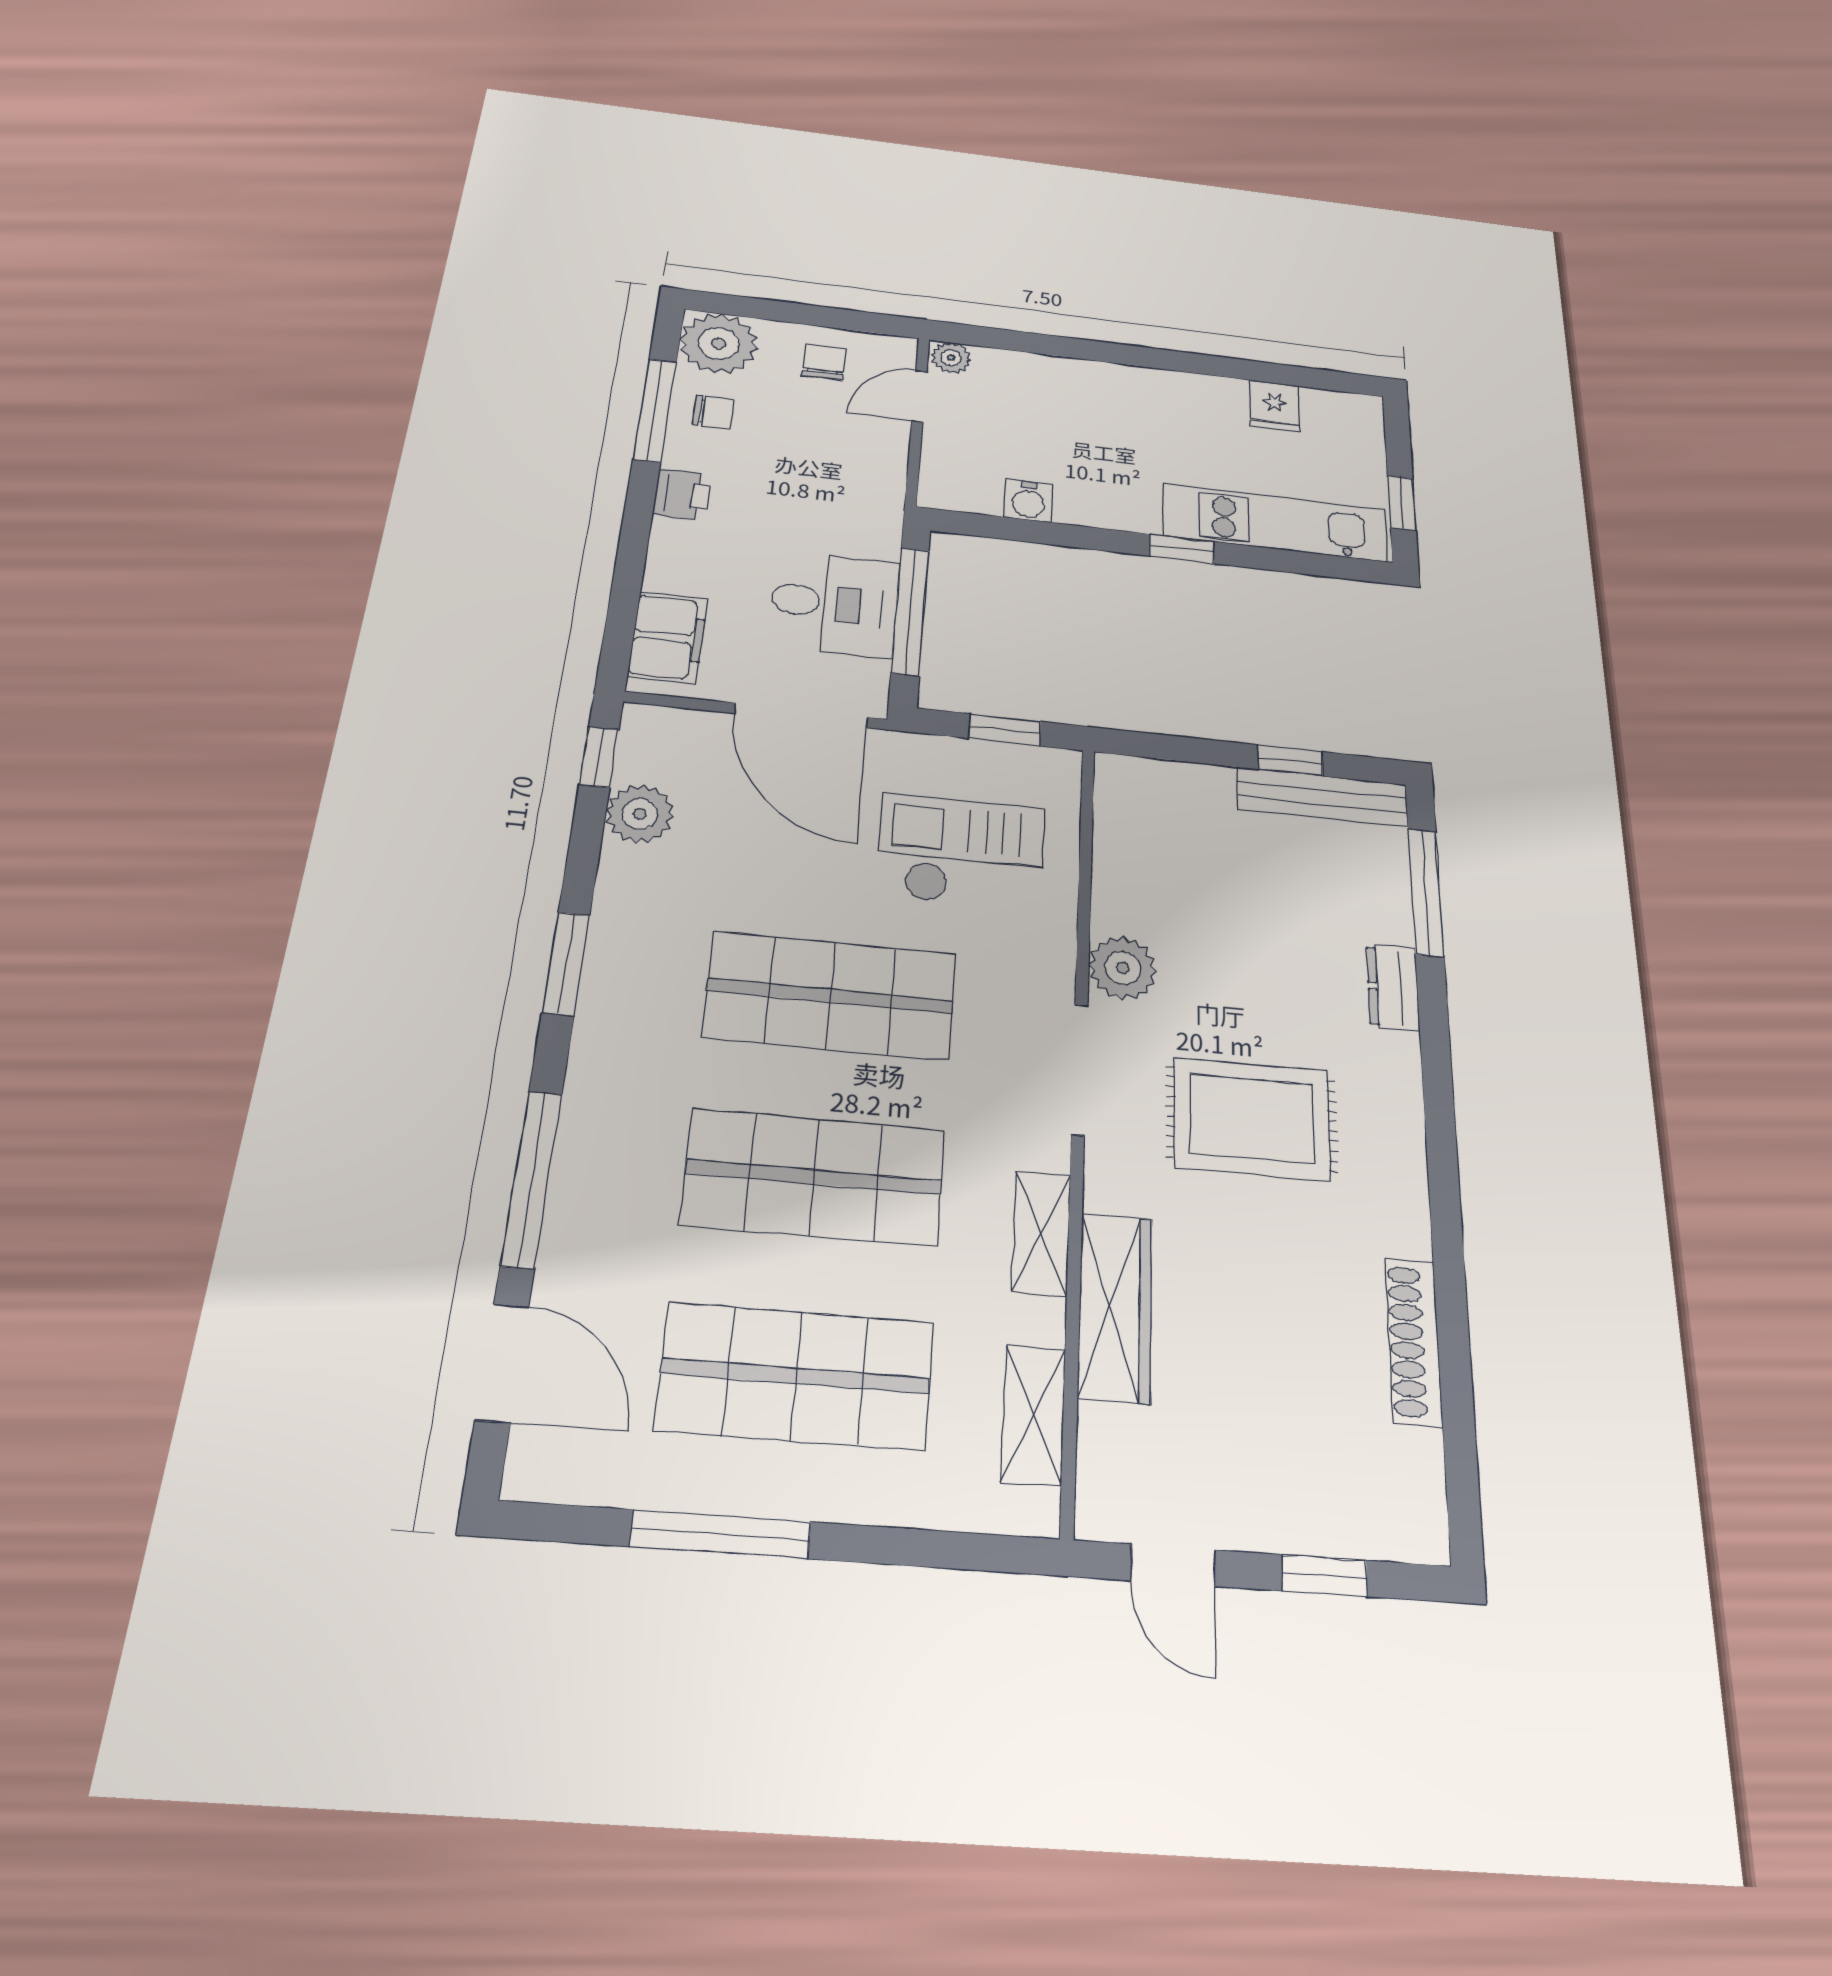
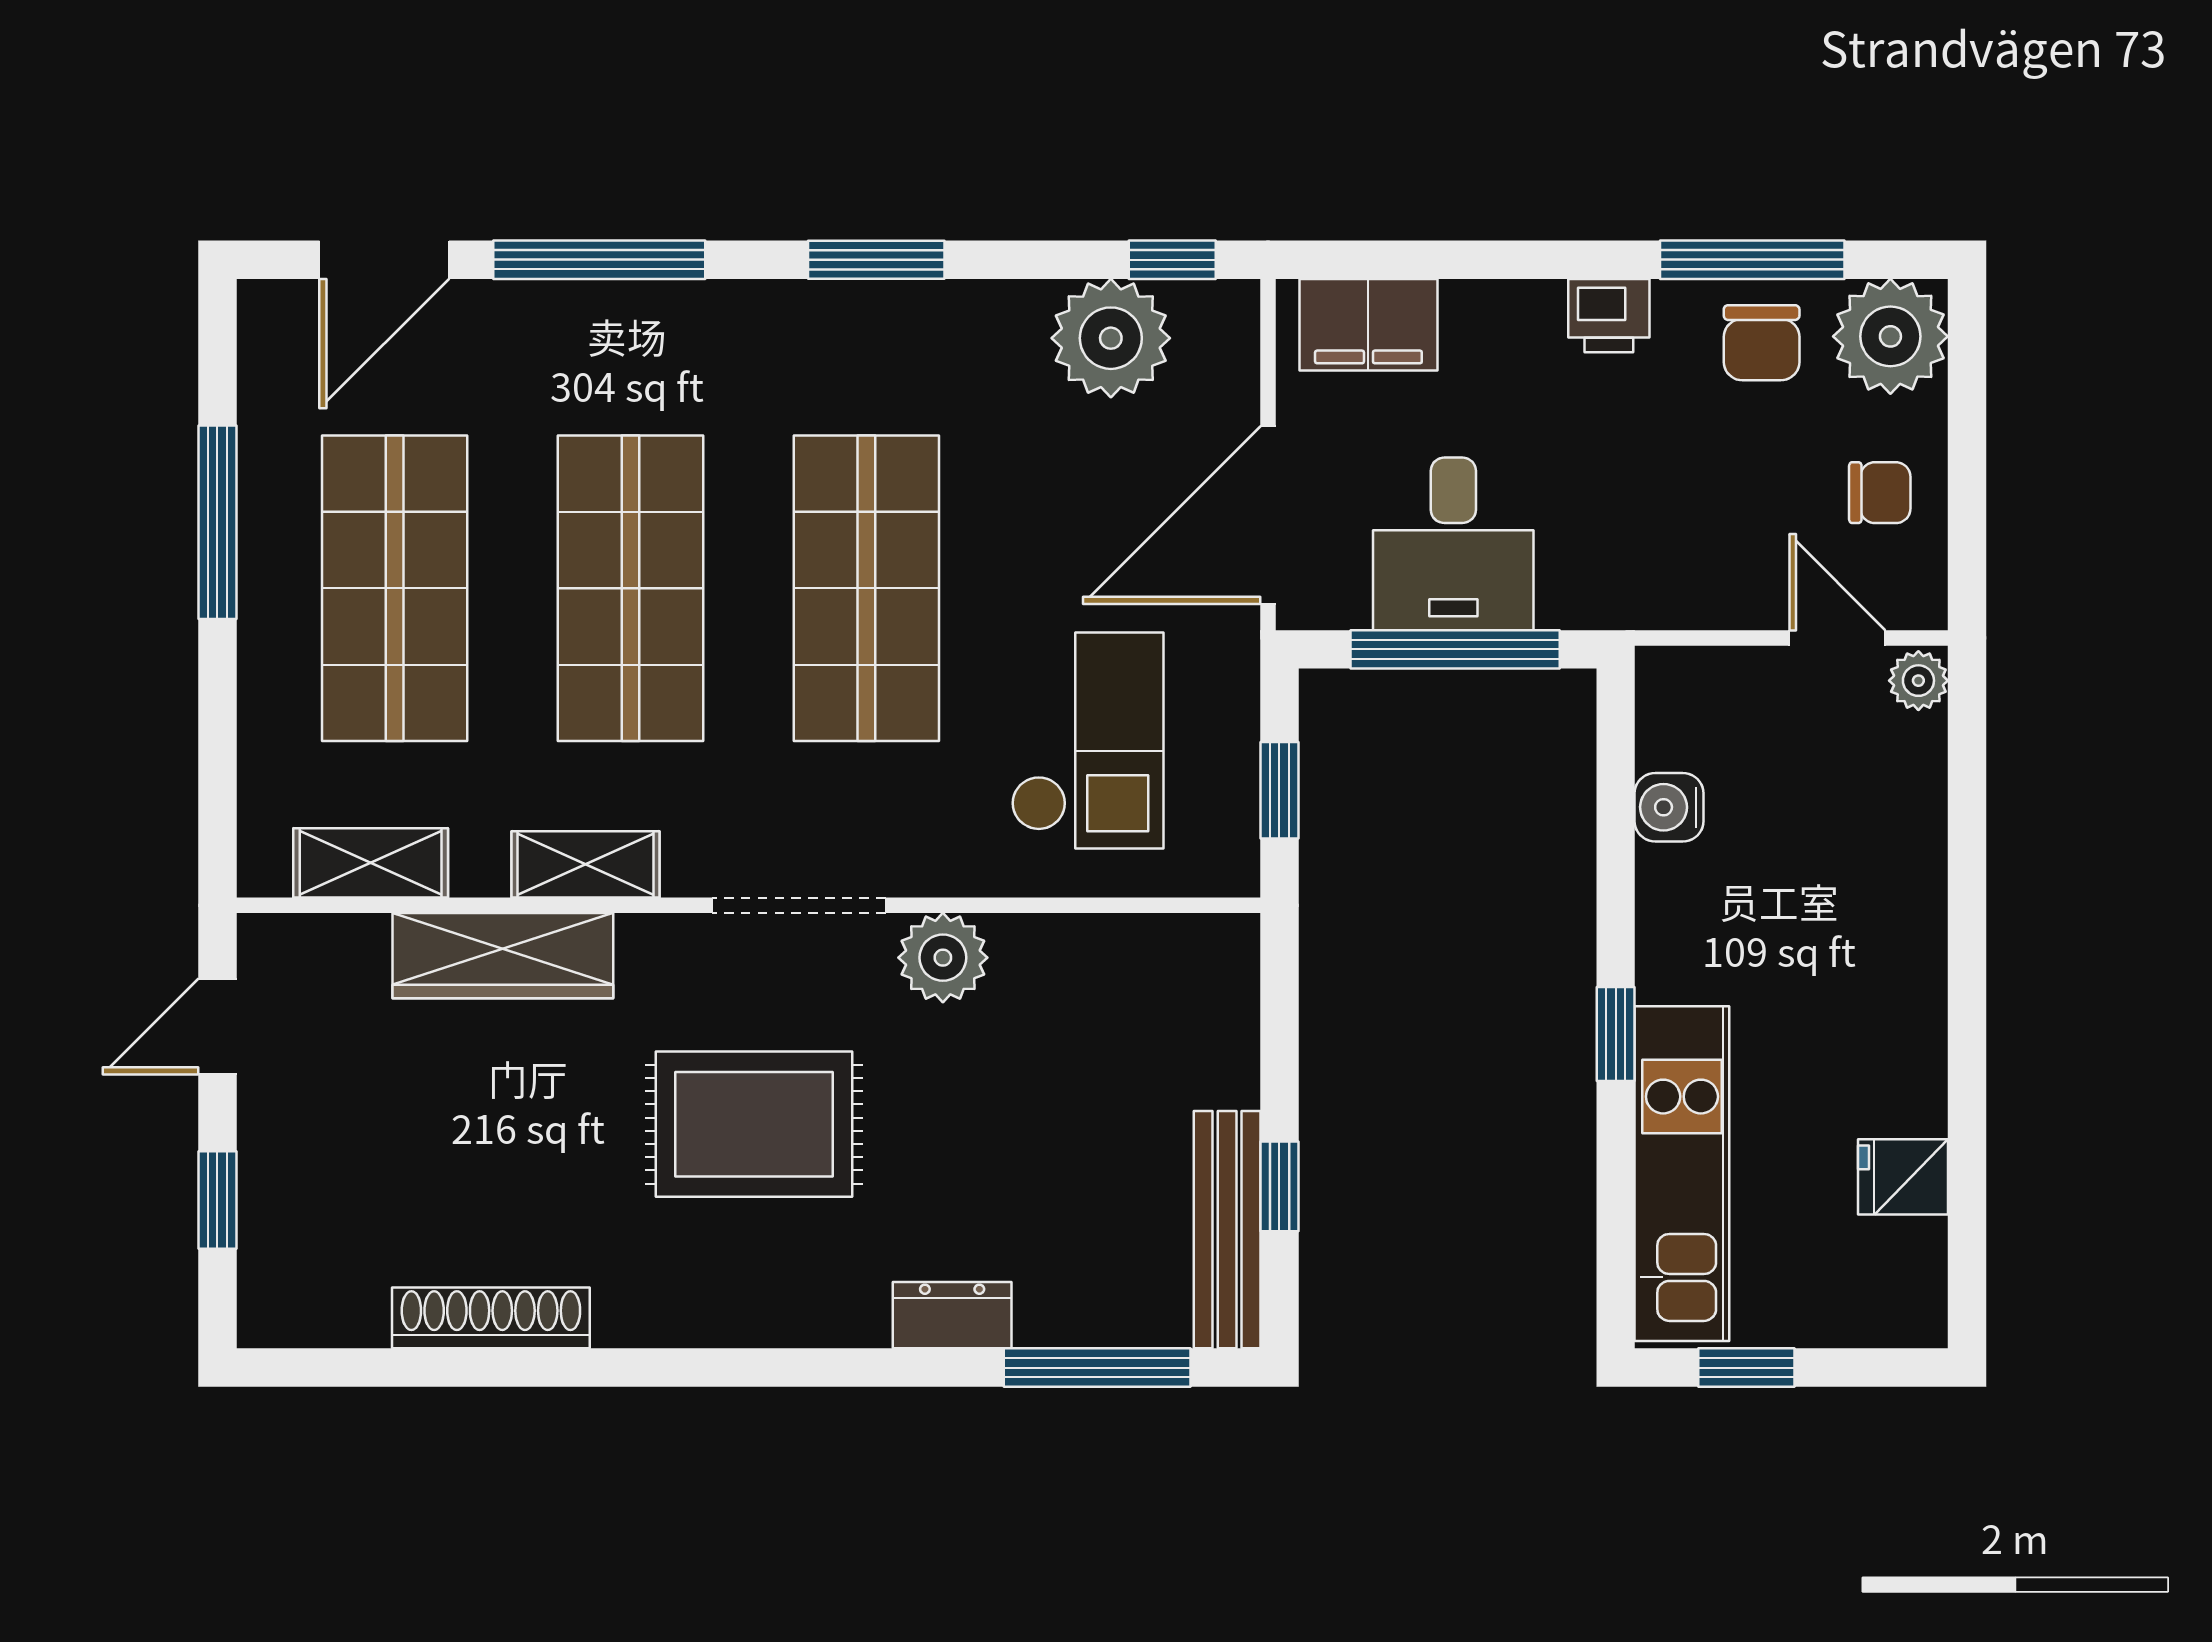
chair: (713, 412) -> (1762, 343), width x1.37, depth x1.37
plant: (640, 814) -> (1111, 338), width x1.36, depth x1.36
rug: (1252, 1119) -> (754, 1124), turned 90

